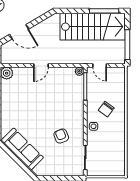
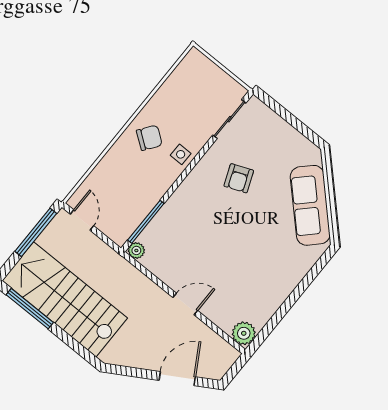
door: (19, 32) -> (177, 379), hinge flipped
door: (100, 66) -> (82, 220), moved
chair: (106, 109) -> (149, 138), moved

